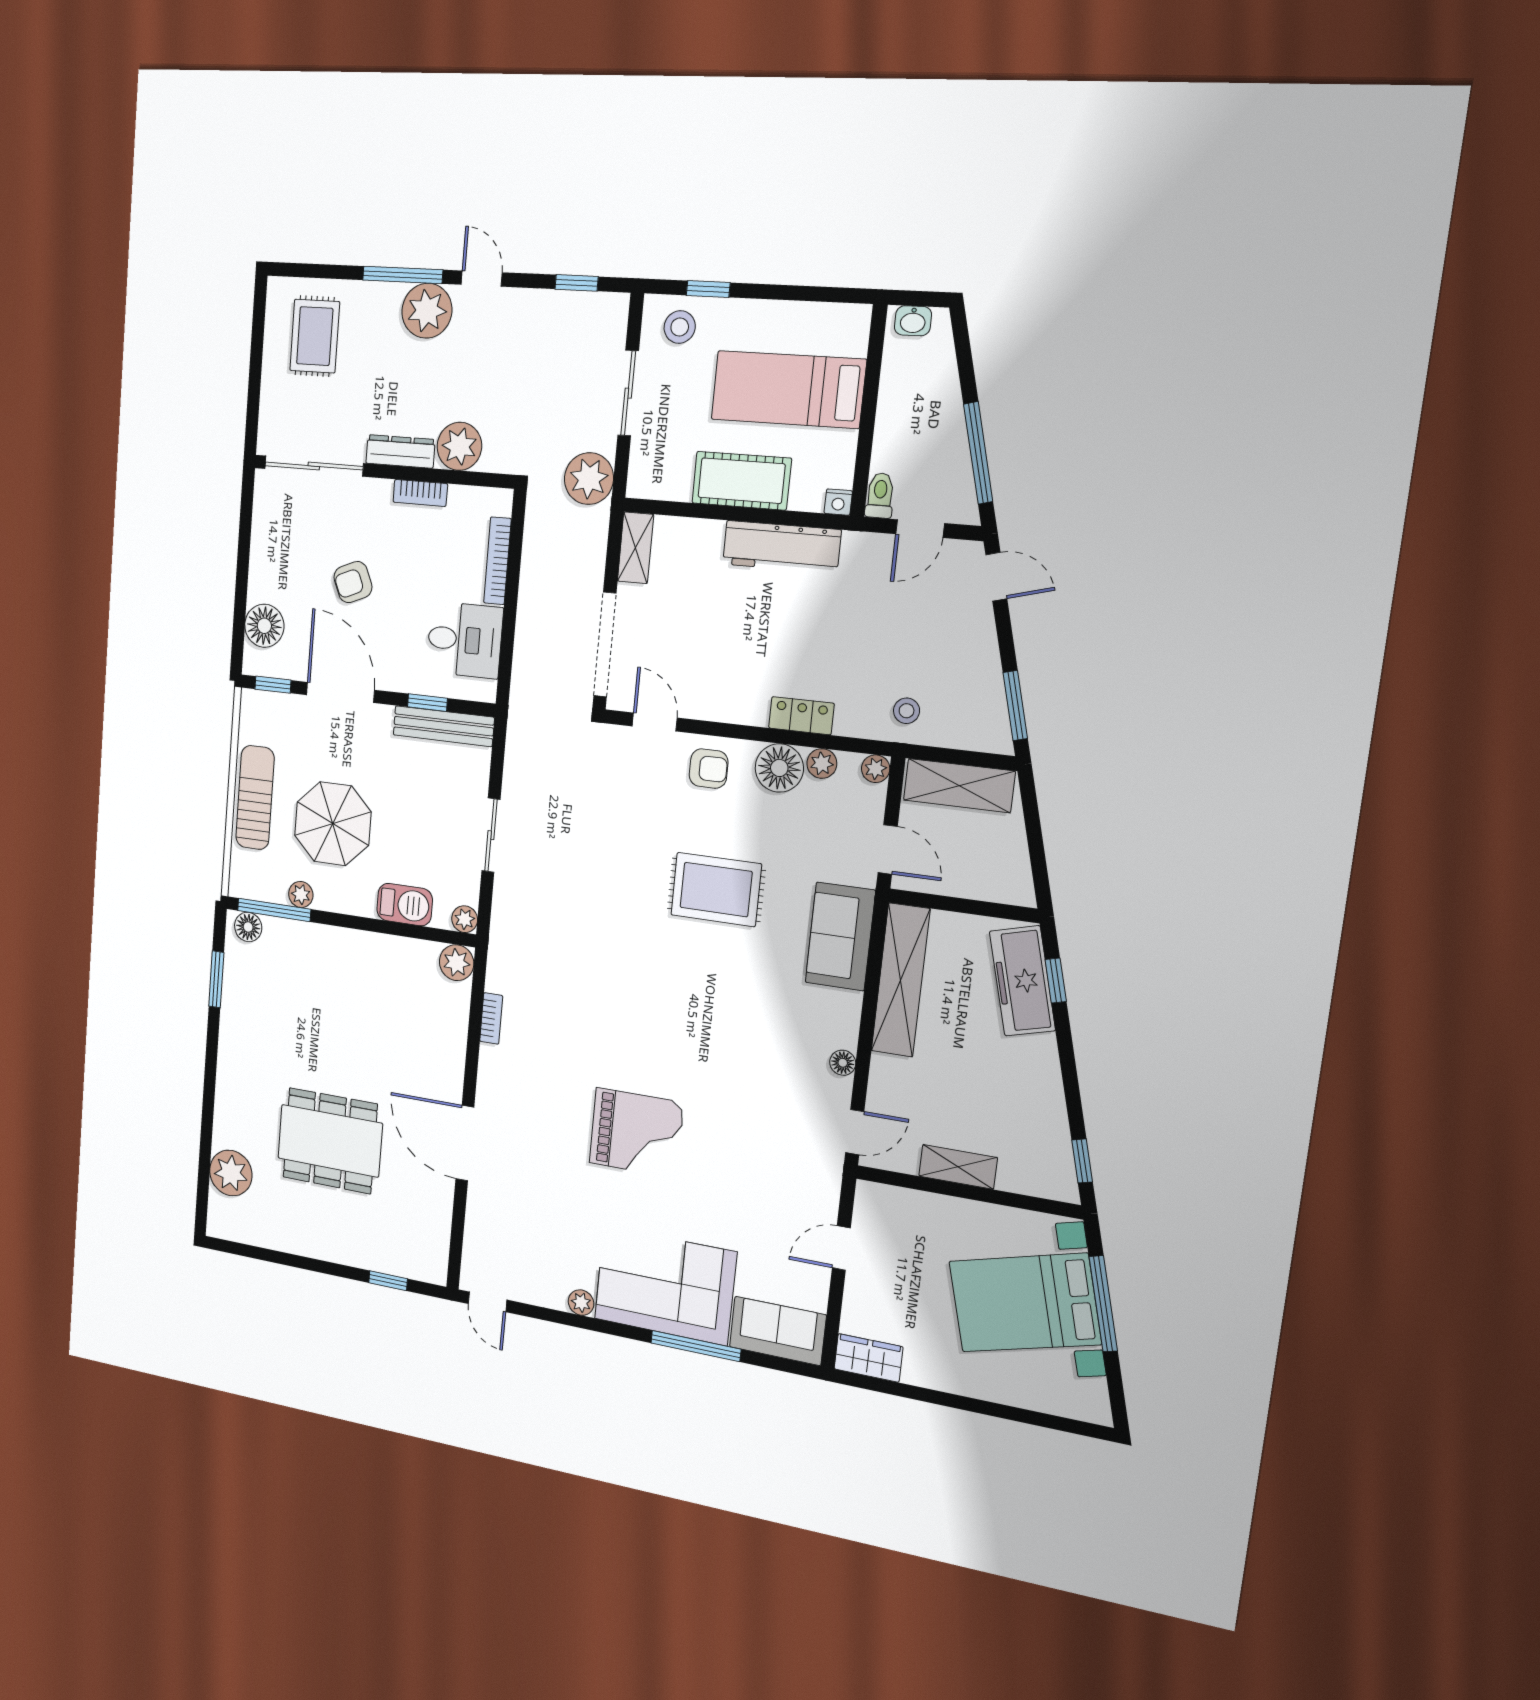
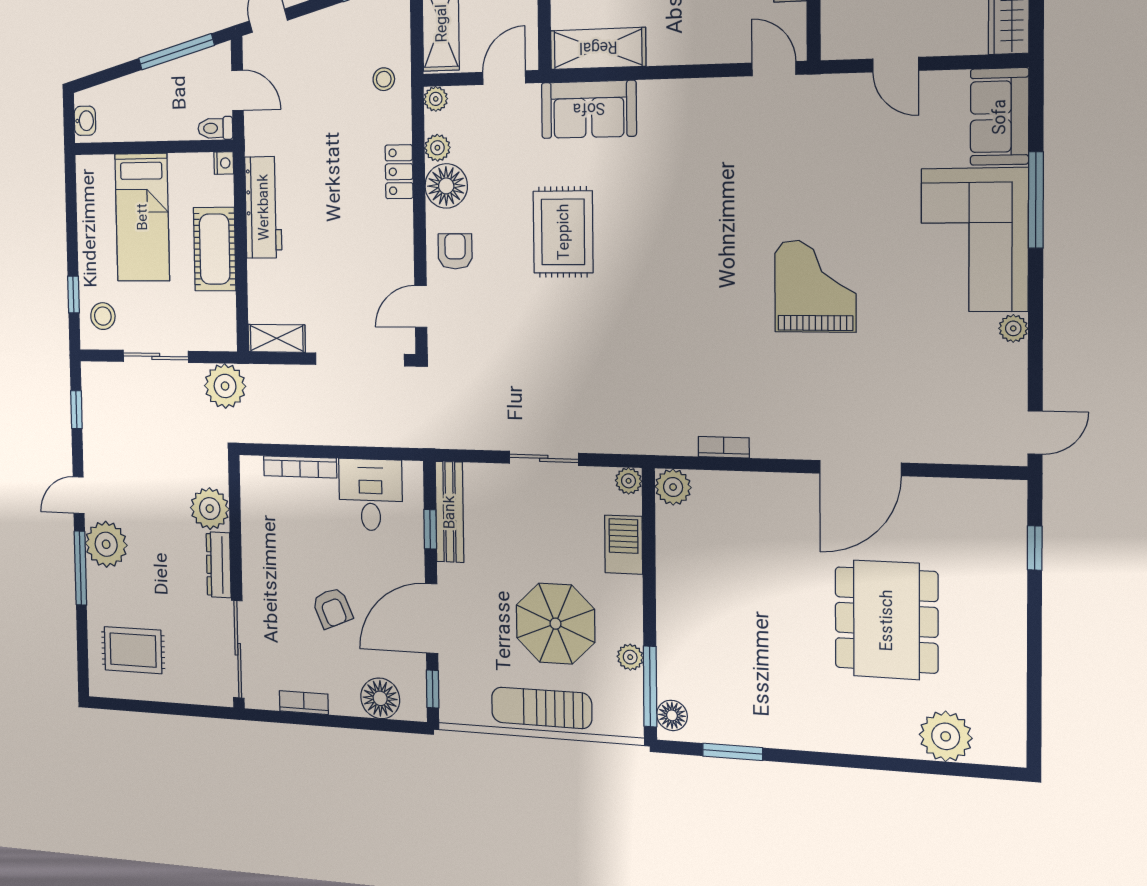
bookcase: (420, 493) -> (304, 703), moved, turned -90
shelving: (901, 980) -> (598, 48), width x0.68
floor lamp: (843, 1063) -> (708, 90), removed

